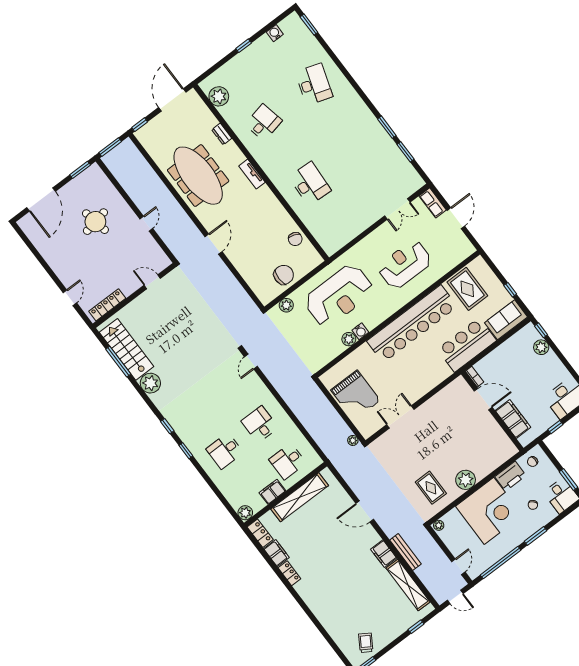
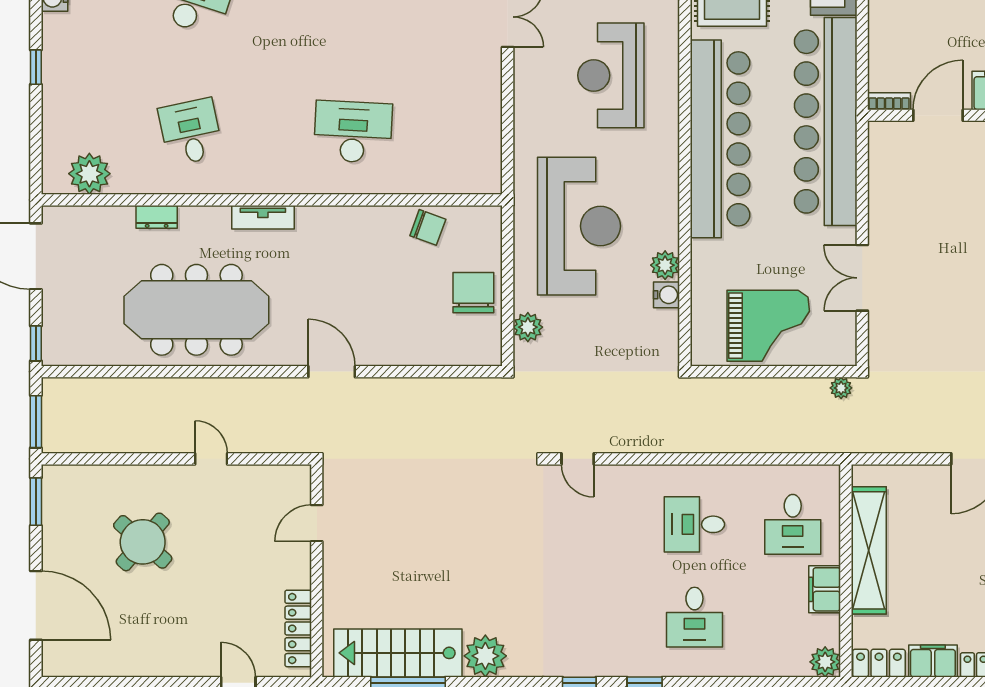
round table: (95, 222) -> (143, 542), turned -38
water cooler: (360, 331) -> (667, 295), moved
bar counter: (467, 345) -> (826, 122), width x1.86

